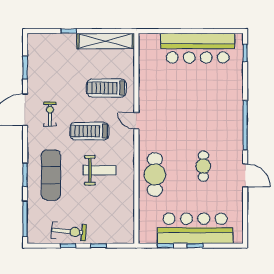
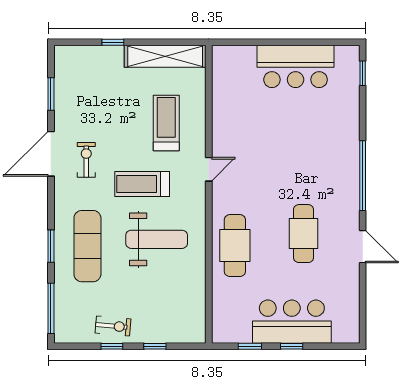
bar counter: (198, 48) -> (296, 66), width x0.73
treadmill: (106, 88) -> (166, 123), turned 90
door: (136, 121) -> (209, 169), swing flipped
cafe table: (203, 166) -> (304, 234), width x1.37, depth x1.35
weight bench: (100, 170) -> (157, 239), width x1.36, depth x1.33
bar counter: (195, 228) -> (292, 322), width x0.73
exercise bike: (69, 231) -> (113, 326), width x0.73, depth x0.72

